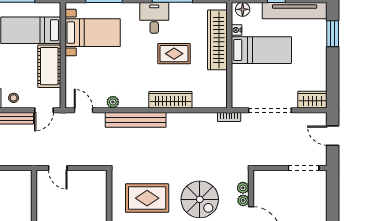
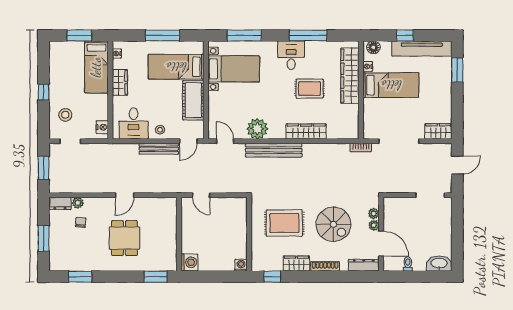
plant: (113, 102) -> (257, 129), width x1.88, depth x1.88
door: (333, 136) -> (457, 165), swing flipped

